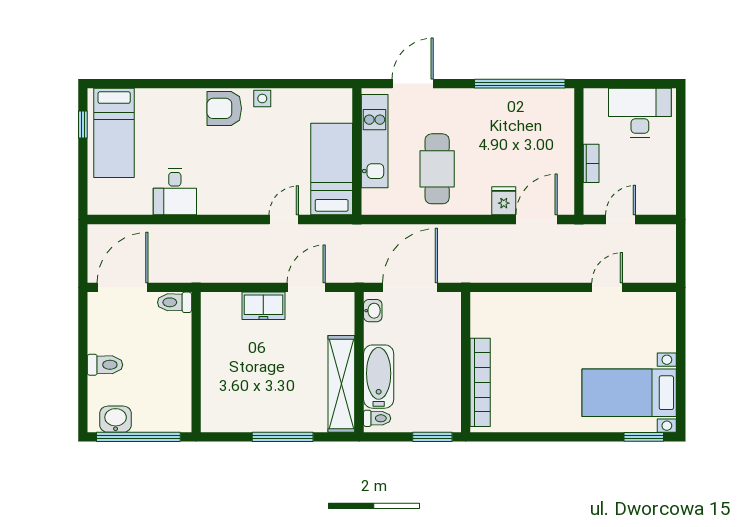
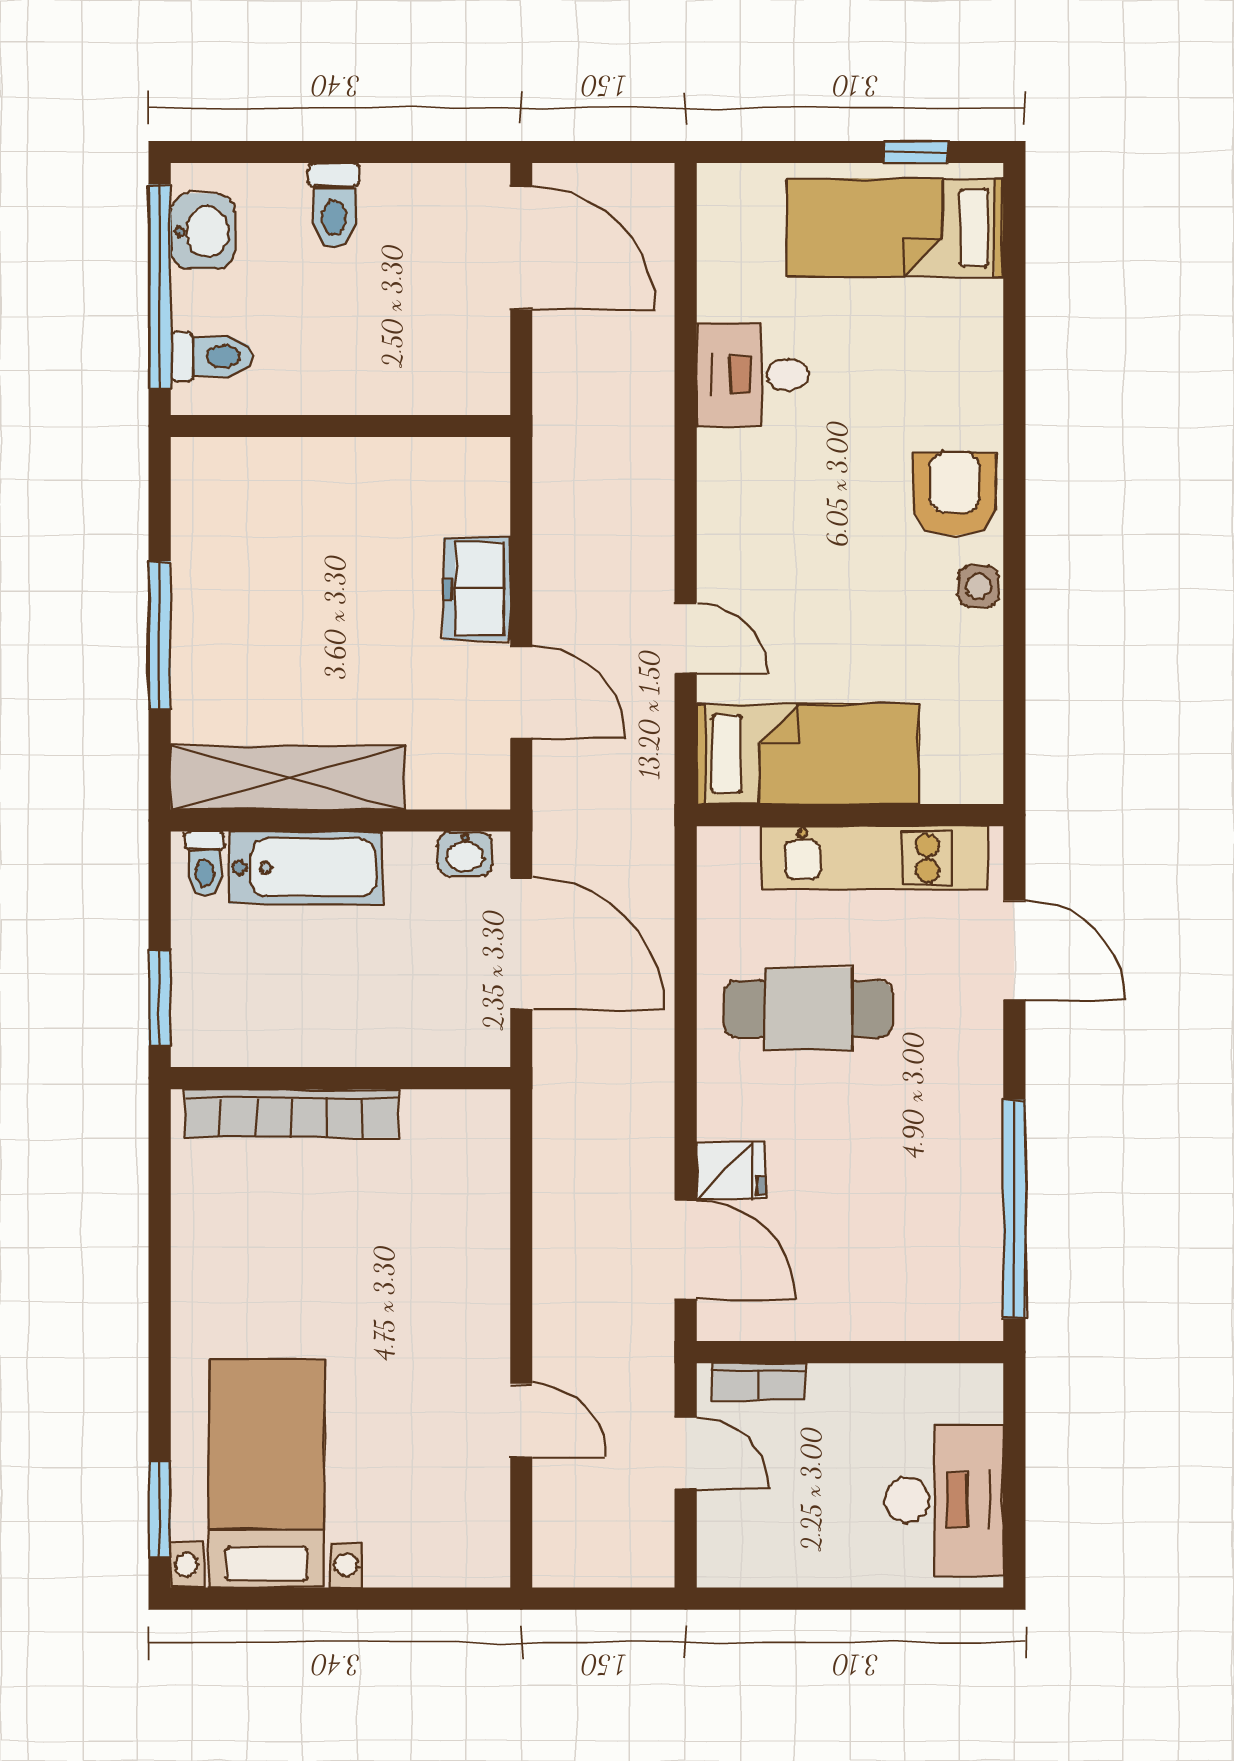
bookcase: (591, 163) -> (758, 1382), moved
toilet: (175, 302) -> (212, 356), moved, turned 90

